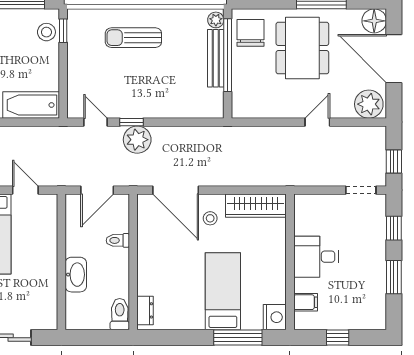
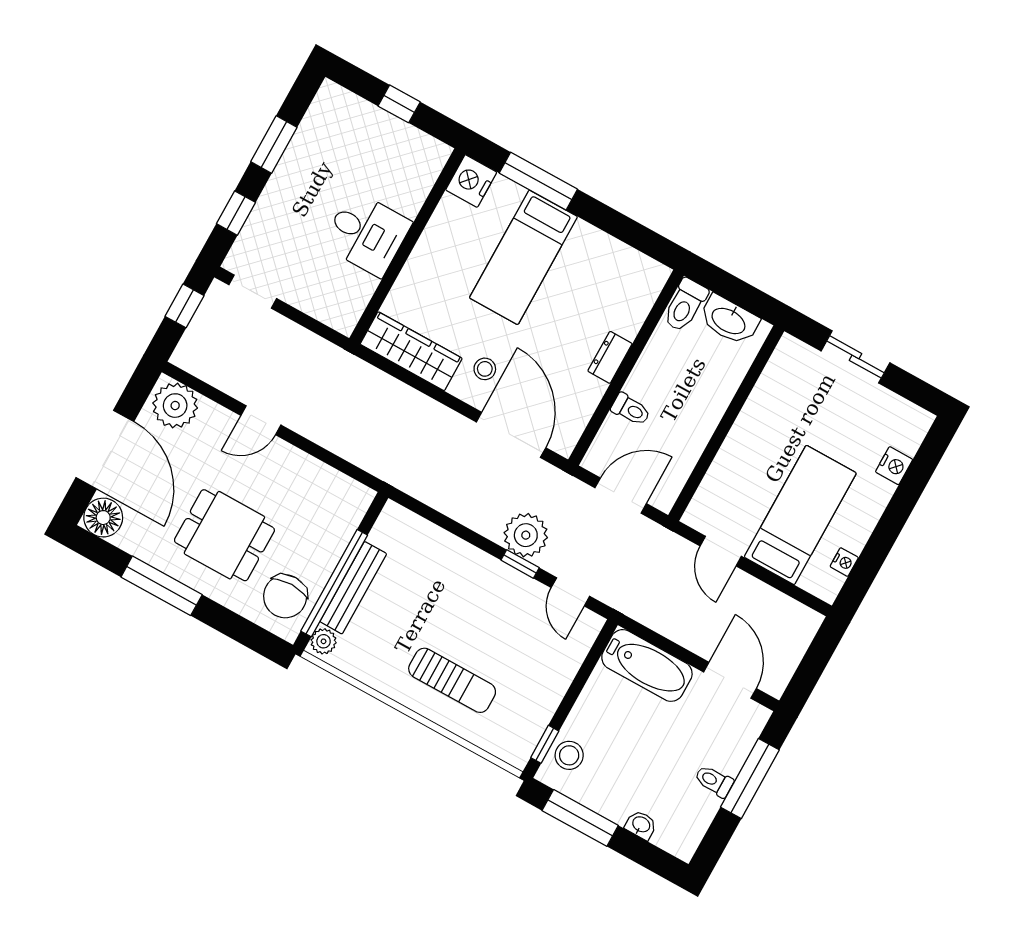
dining table: (302, 48) -> (224, 535), width x0.73
washbasin: (76, 275) -> (729, 320), moved, turned -90
filing cabinet: (306, 302) -> (416, 178), removed
dresser: (145, 310) -> (610, 357), moved

